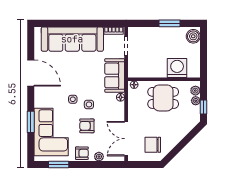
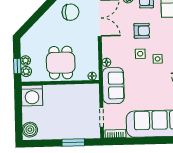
window: (170, 23) -> (73, 142), moved
washing machine: (177, 68) -> (32, 96), moved
dining table: (163, 98) -> (61, 63), turned 90
window: (204, 107) -> (17, 66), moved

